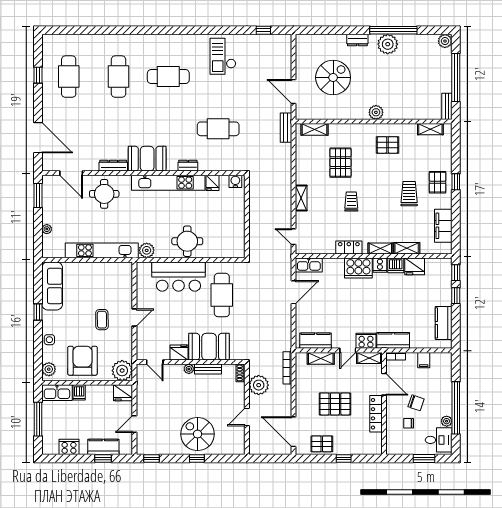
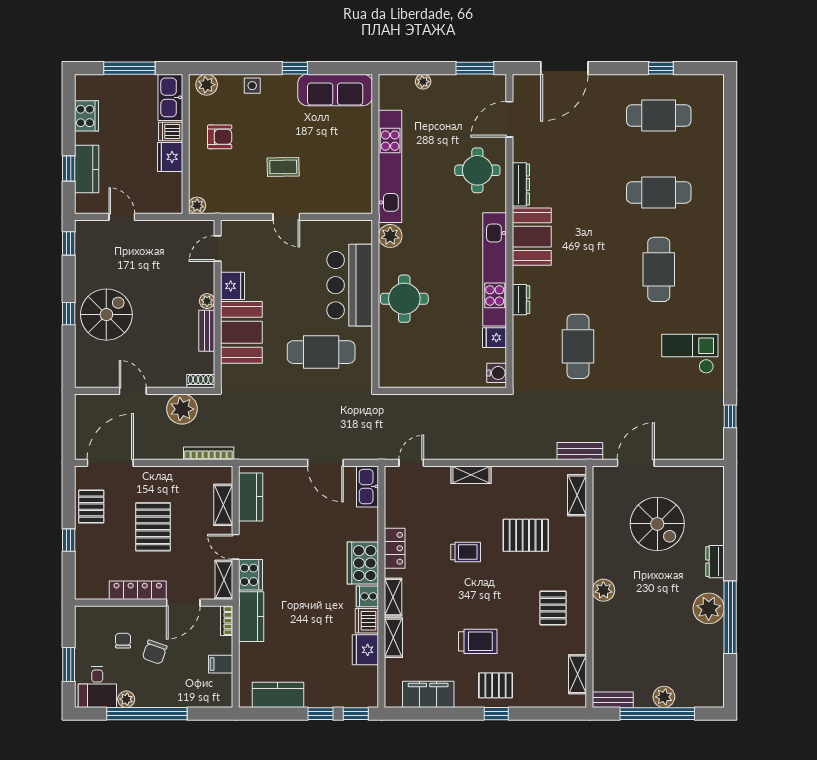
plant: (445, 41) -> (664, 697), moved
armchair: (82, 361) -> (220, 137), width x0.53, depth x0.53
plant: (122, 371) -> (197, 205), width x0.53, depth x0.53
fridge: (123, 393) -> (170, 157), moved

